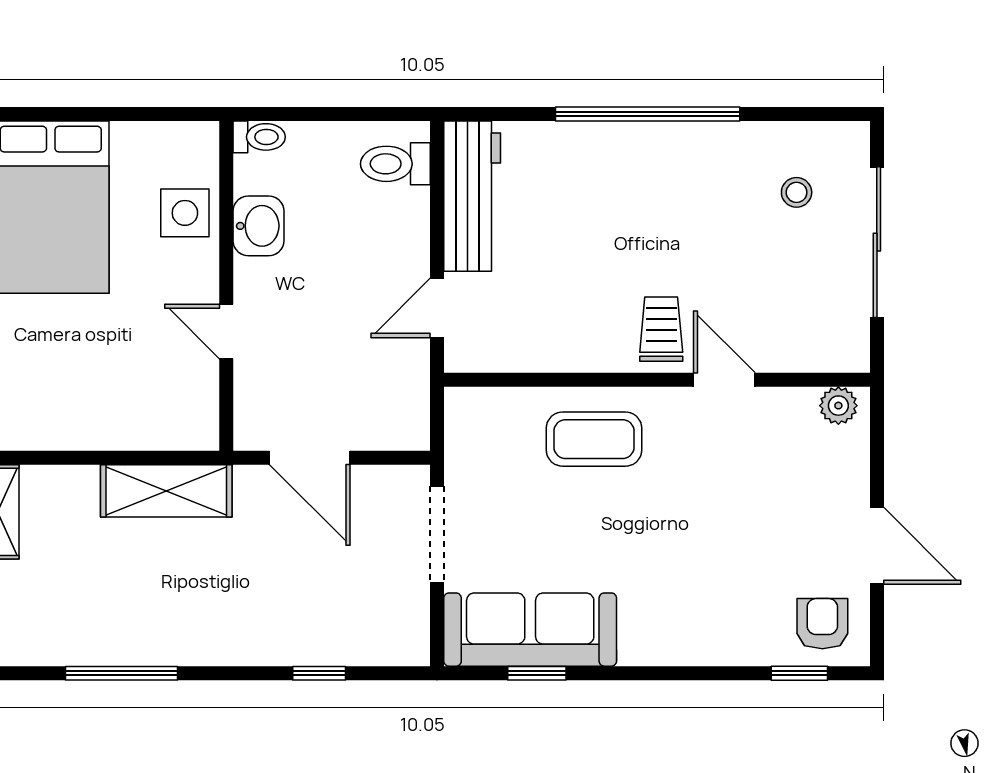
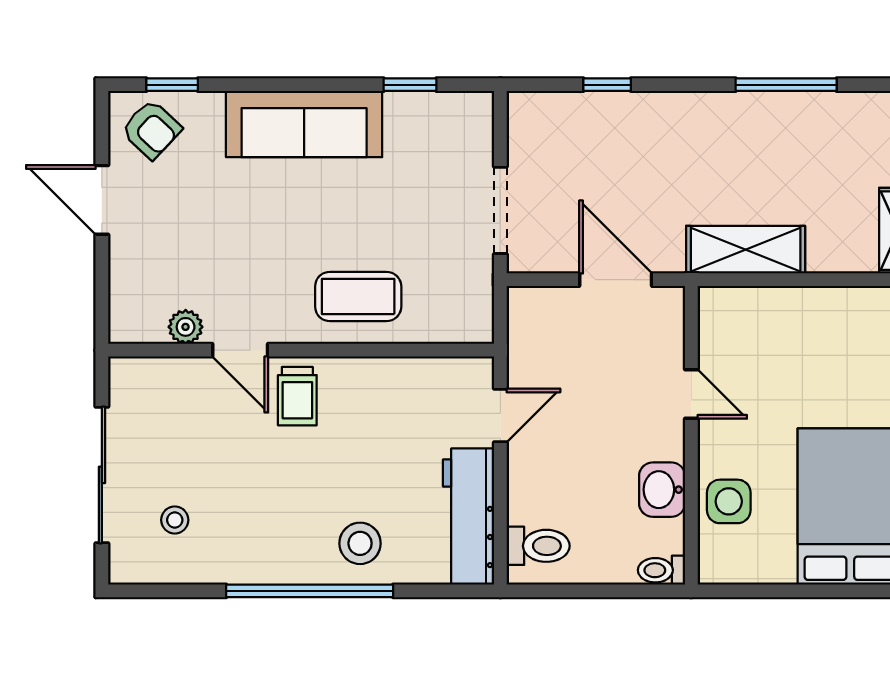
stool: (592, 167) -> (360, 543), added
plant: (838, 406) -> (186, 327), moved
armchair: (822, 624) -> (151, 129), turned -47
sofa: (530, 630) -> (304, 124), moved

